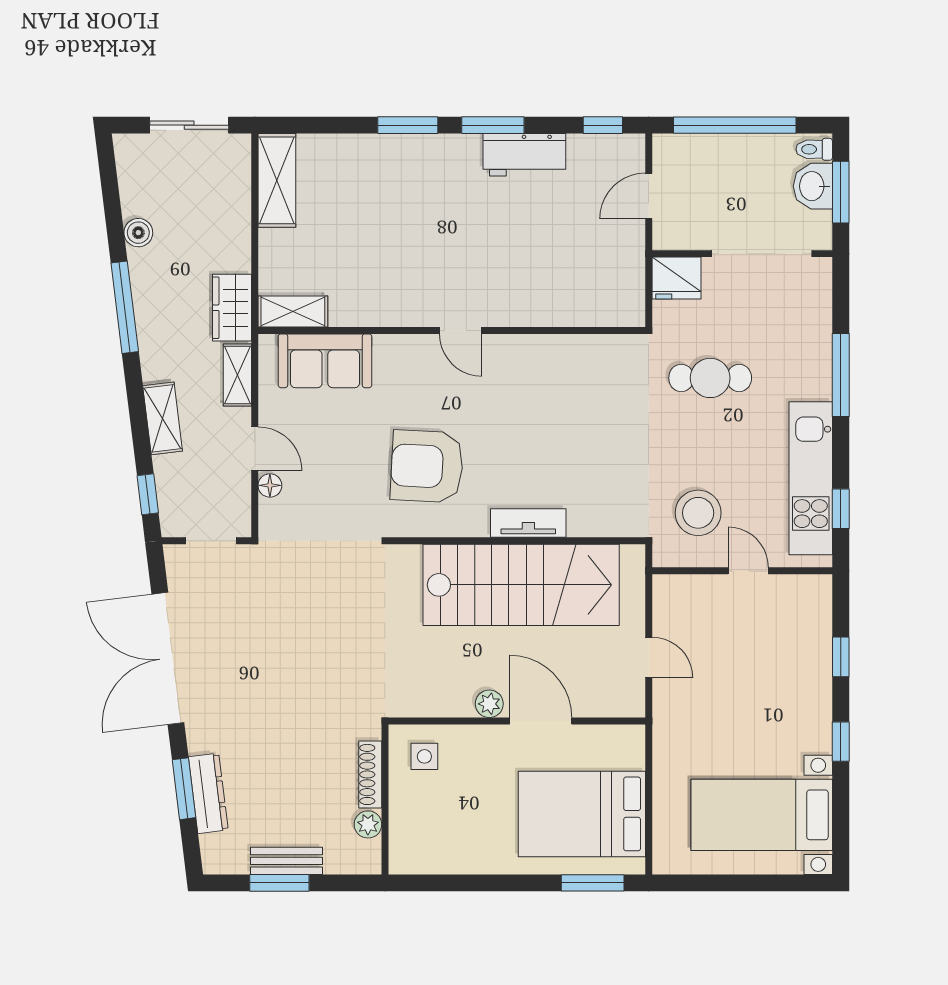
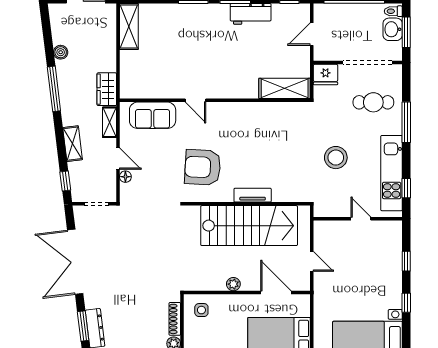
shelving: (293, 311) -> (285, 88), moved, width x1.50, depth x1.33
door: (461, 330) -> (195, 100), moved
cafe table: (710, 378) -> (373, 102), moved
stool: (698, 513) -> (336, 158), moved
door: (541, 721) -> (276, 293), moved

